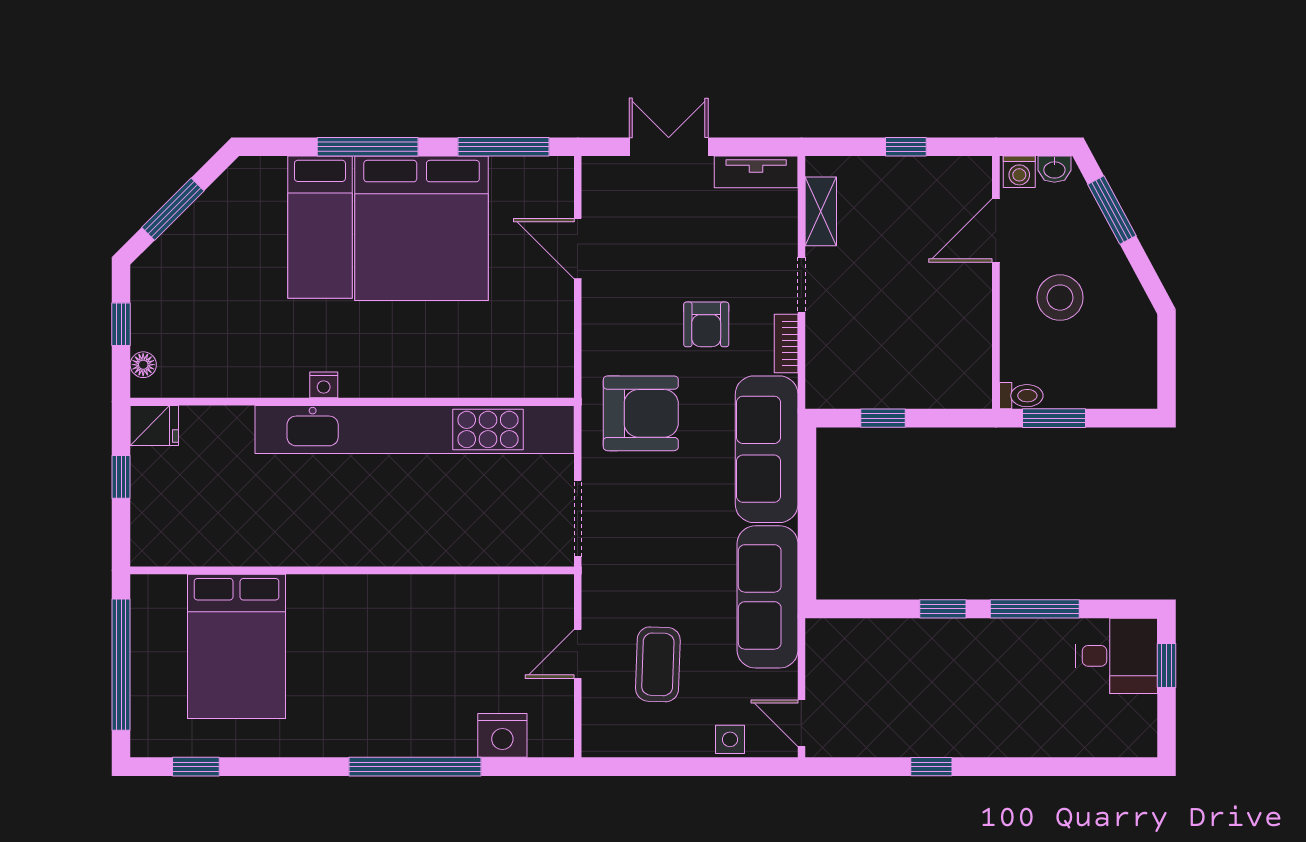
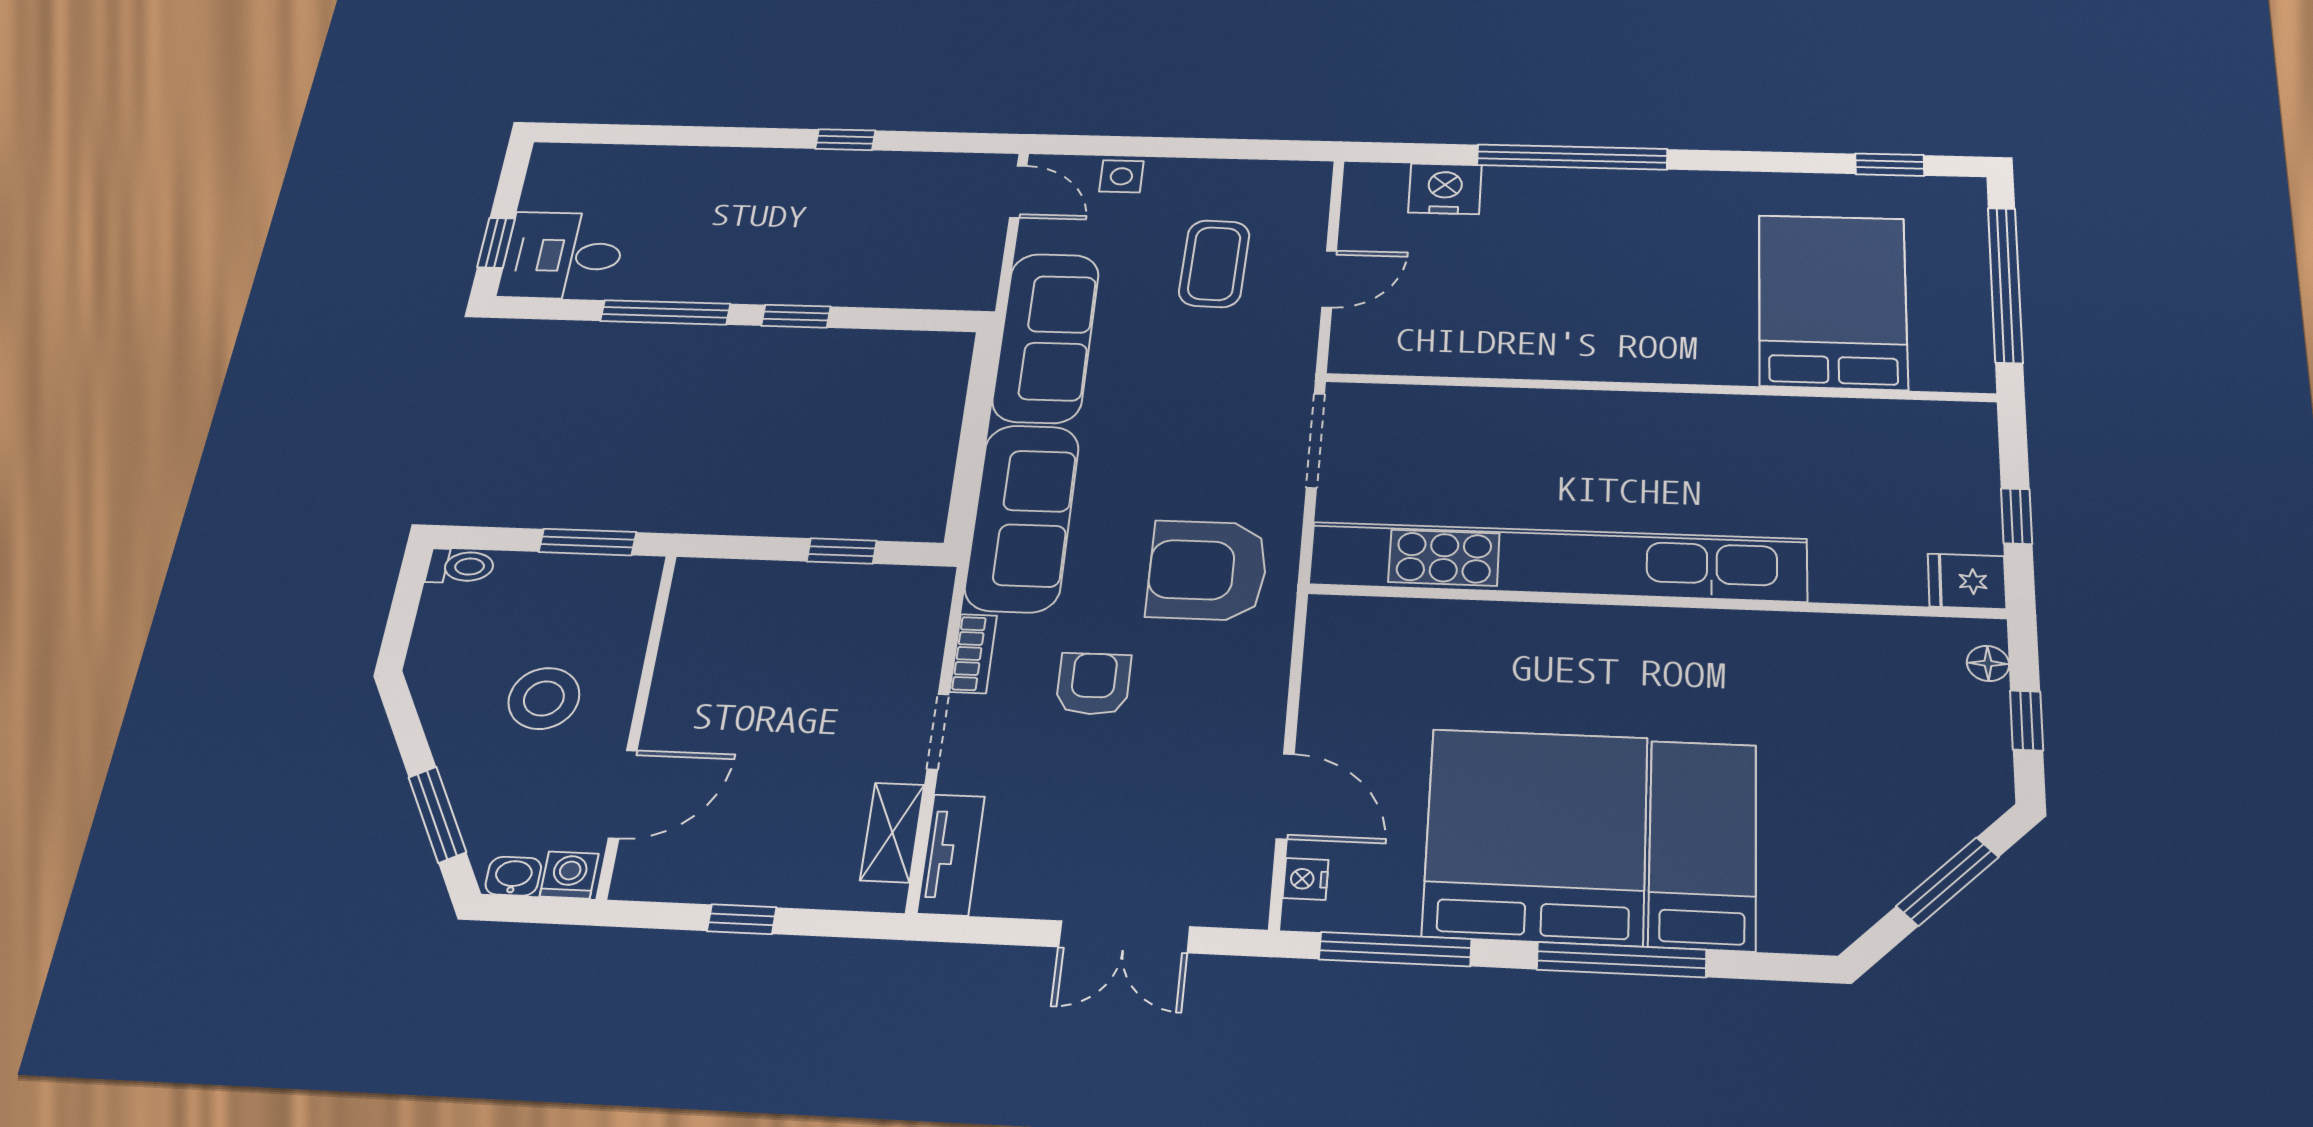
tv unit: (756, 172) -> (951, 855), moved, turned 90
nightstand: (324, 385) -> (1306, 879), moved, turned -90
toilet: (1021, 396) -> (461, 566), moved, turned 180

